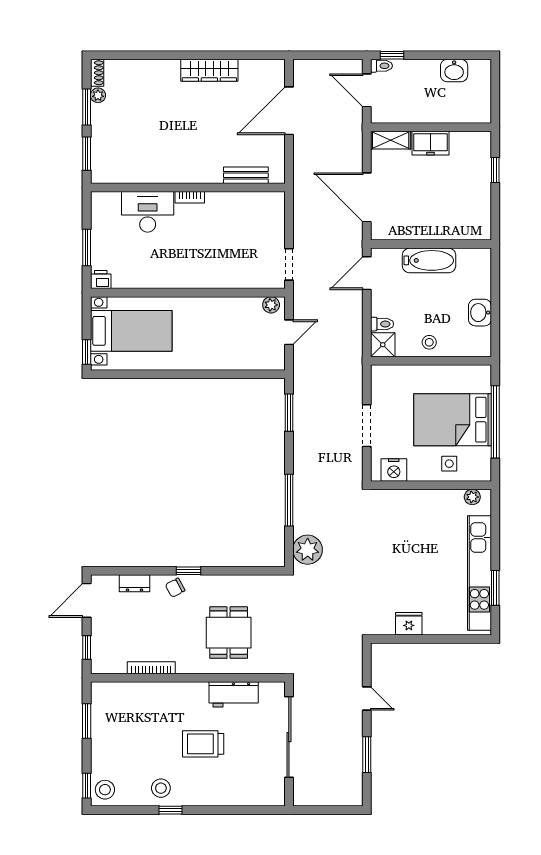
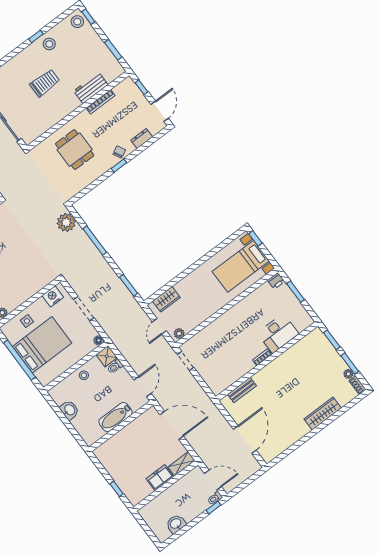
wardrobe: (209, 70) -> (323, 413), moved
wardrobe: (255, 359) -> (166, 299), added
floor lamp: (378, 372) -> (99, 340), added
workbench: (234, 694) -> (91, 88), moved

